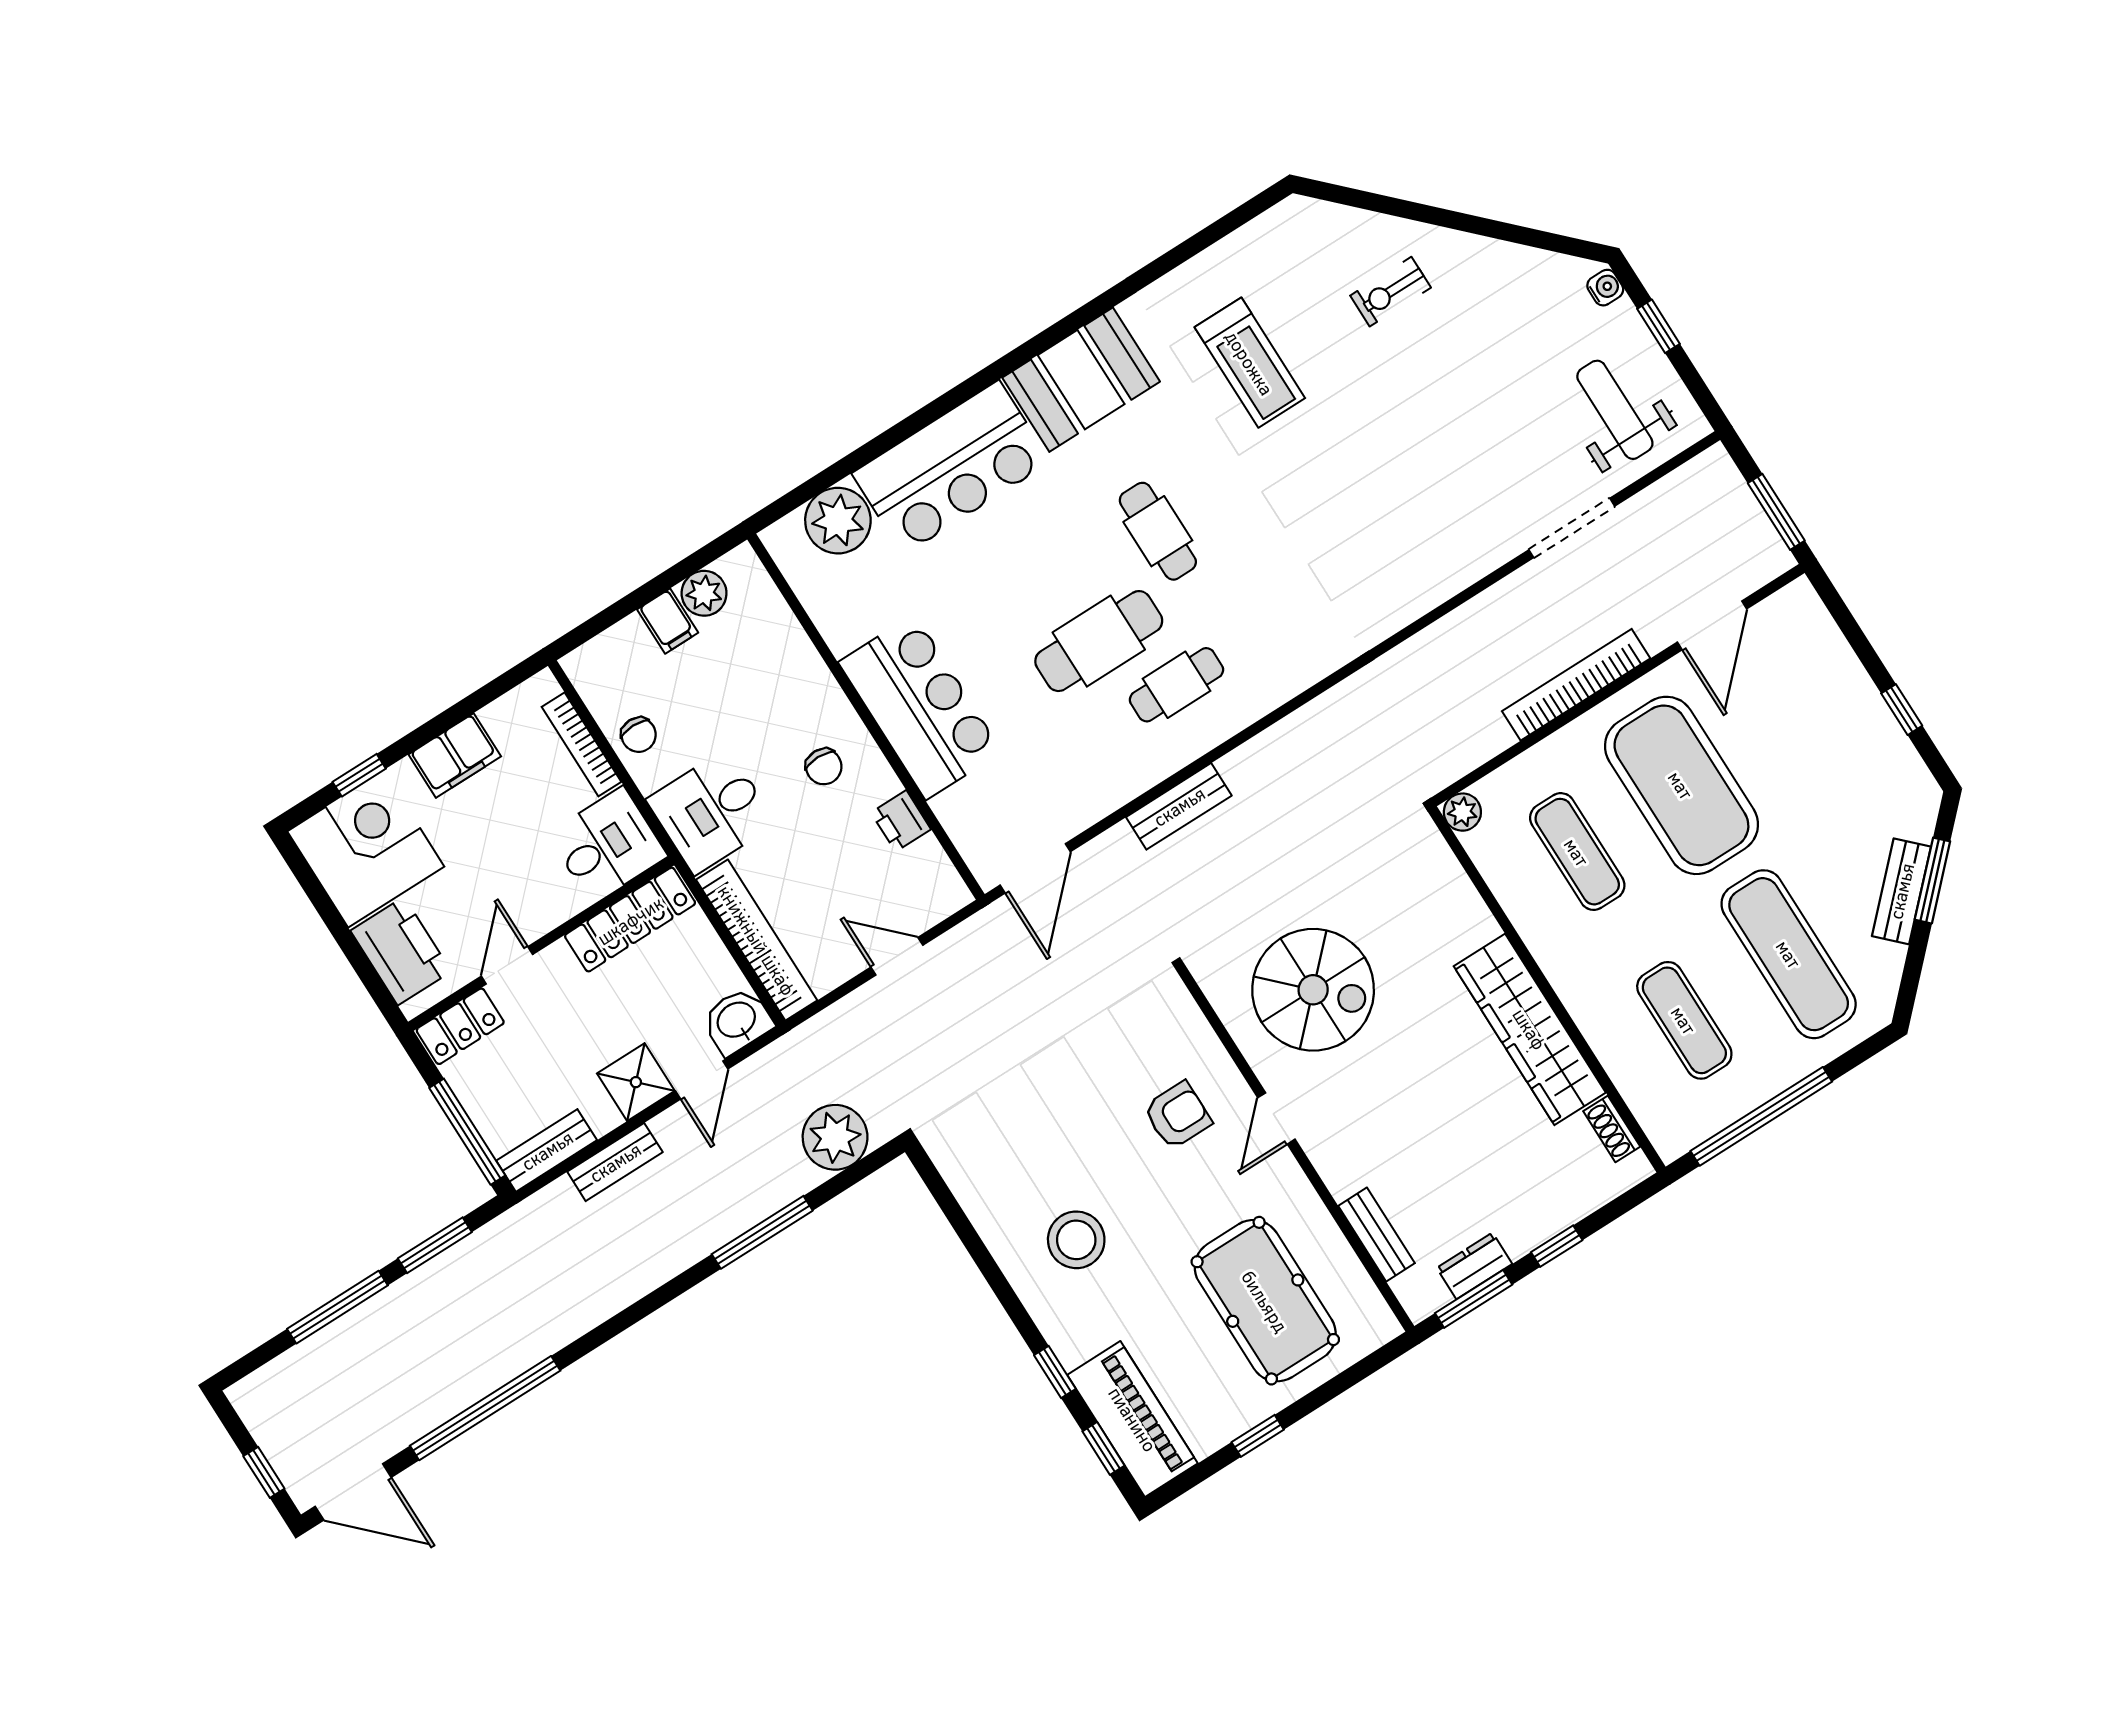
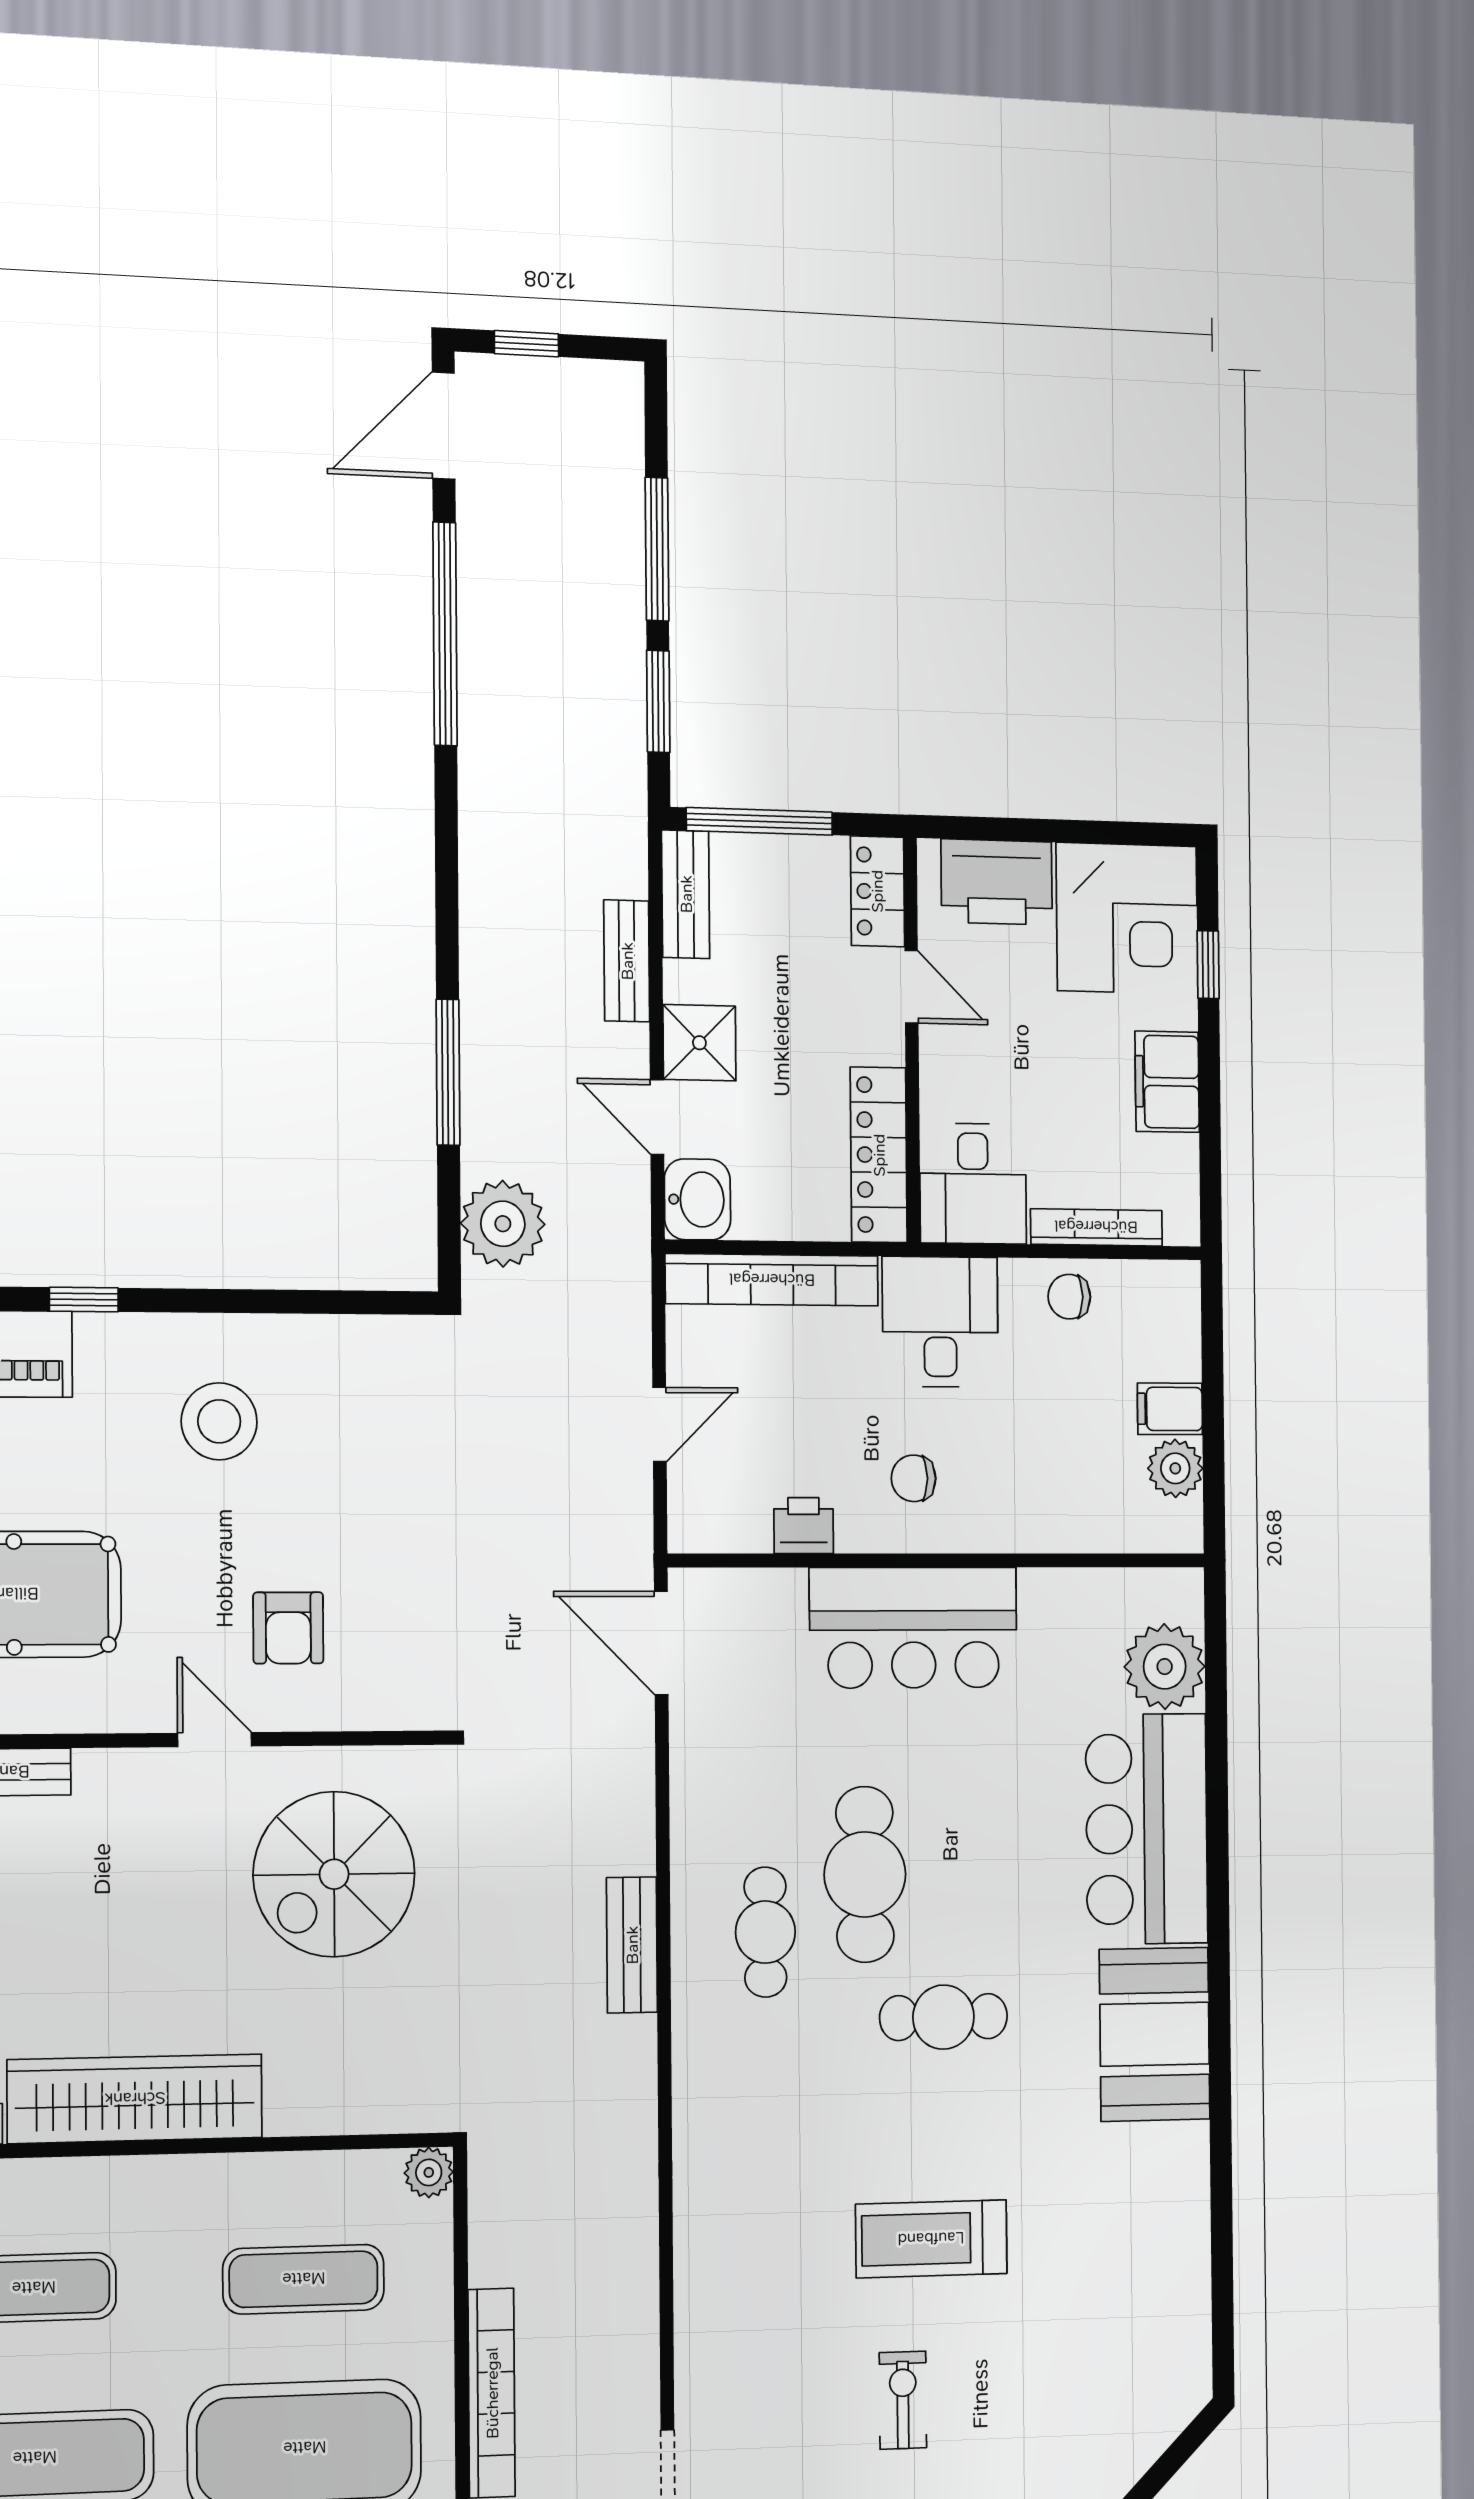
exercise bike: (1391, 292) -> (903, 2400), moved
treadmill: (1250, 363) -> (931, 2239), moved
bench: (1179, 806) -> (632, 1945), moved

